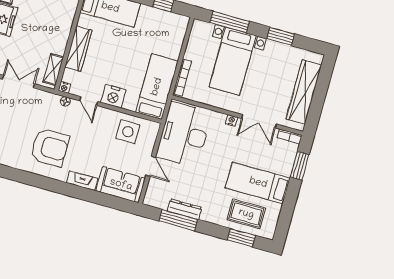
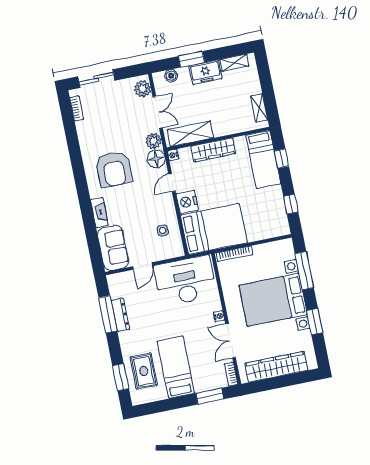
bed with nightstands: (233, 61) -> (273, 300), width x1.36
shelving: (53, 70) -> (190, 134), width x1.50, depth x1.33
bed: (157, 87) -> (214, 229), width x1.50
plant: (43, 98) -> (154, 141), added
floor lamp: (65, 101) -> (156, 159), width x1.89, depth x1.89
side table: (128, 132) -> (163, 230), width x0.54, depth x0.54

